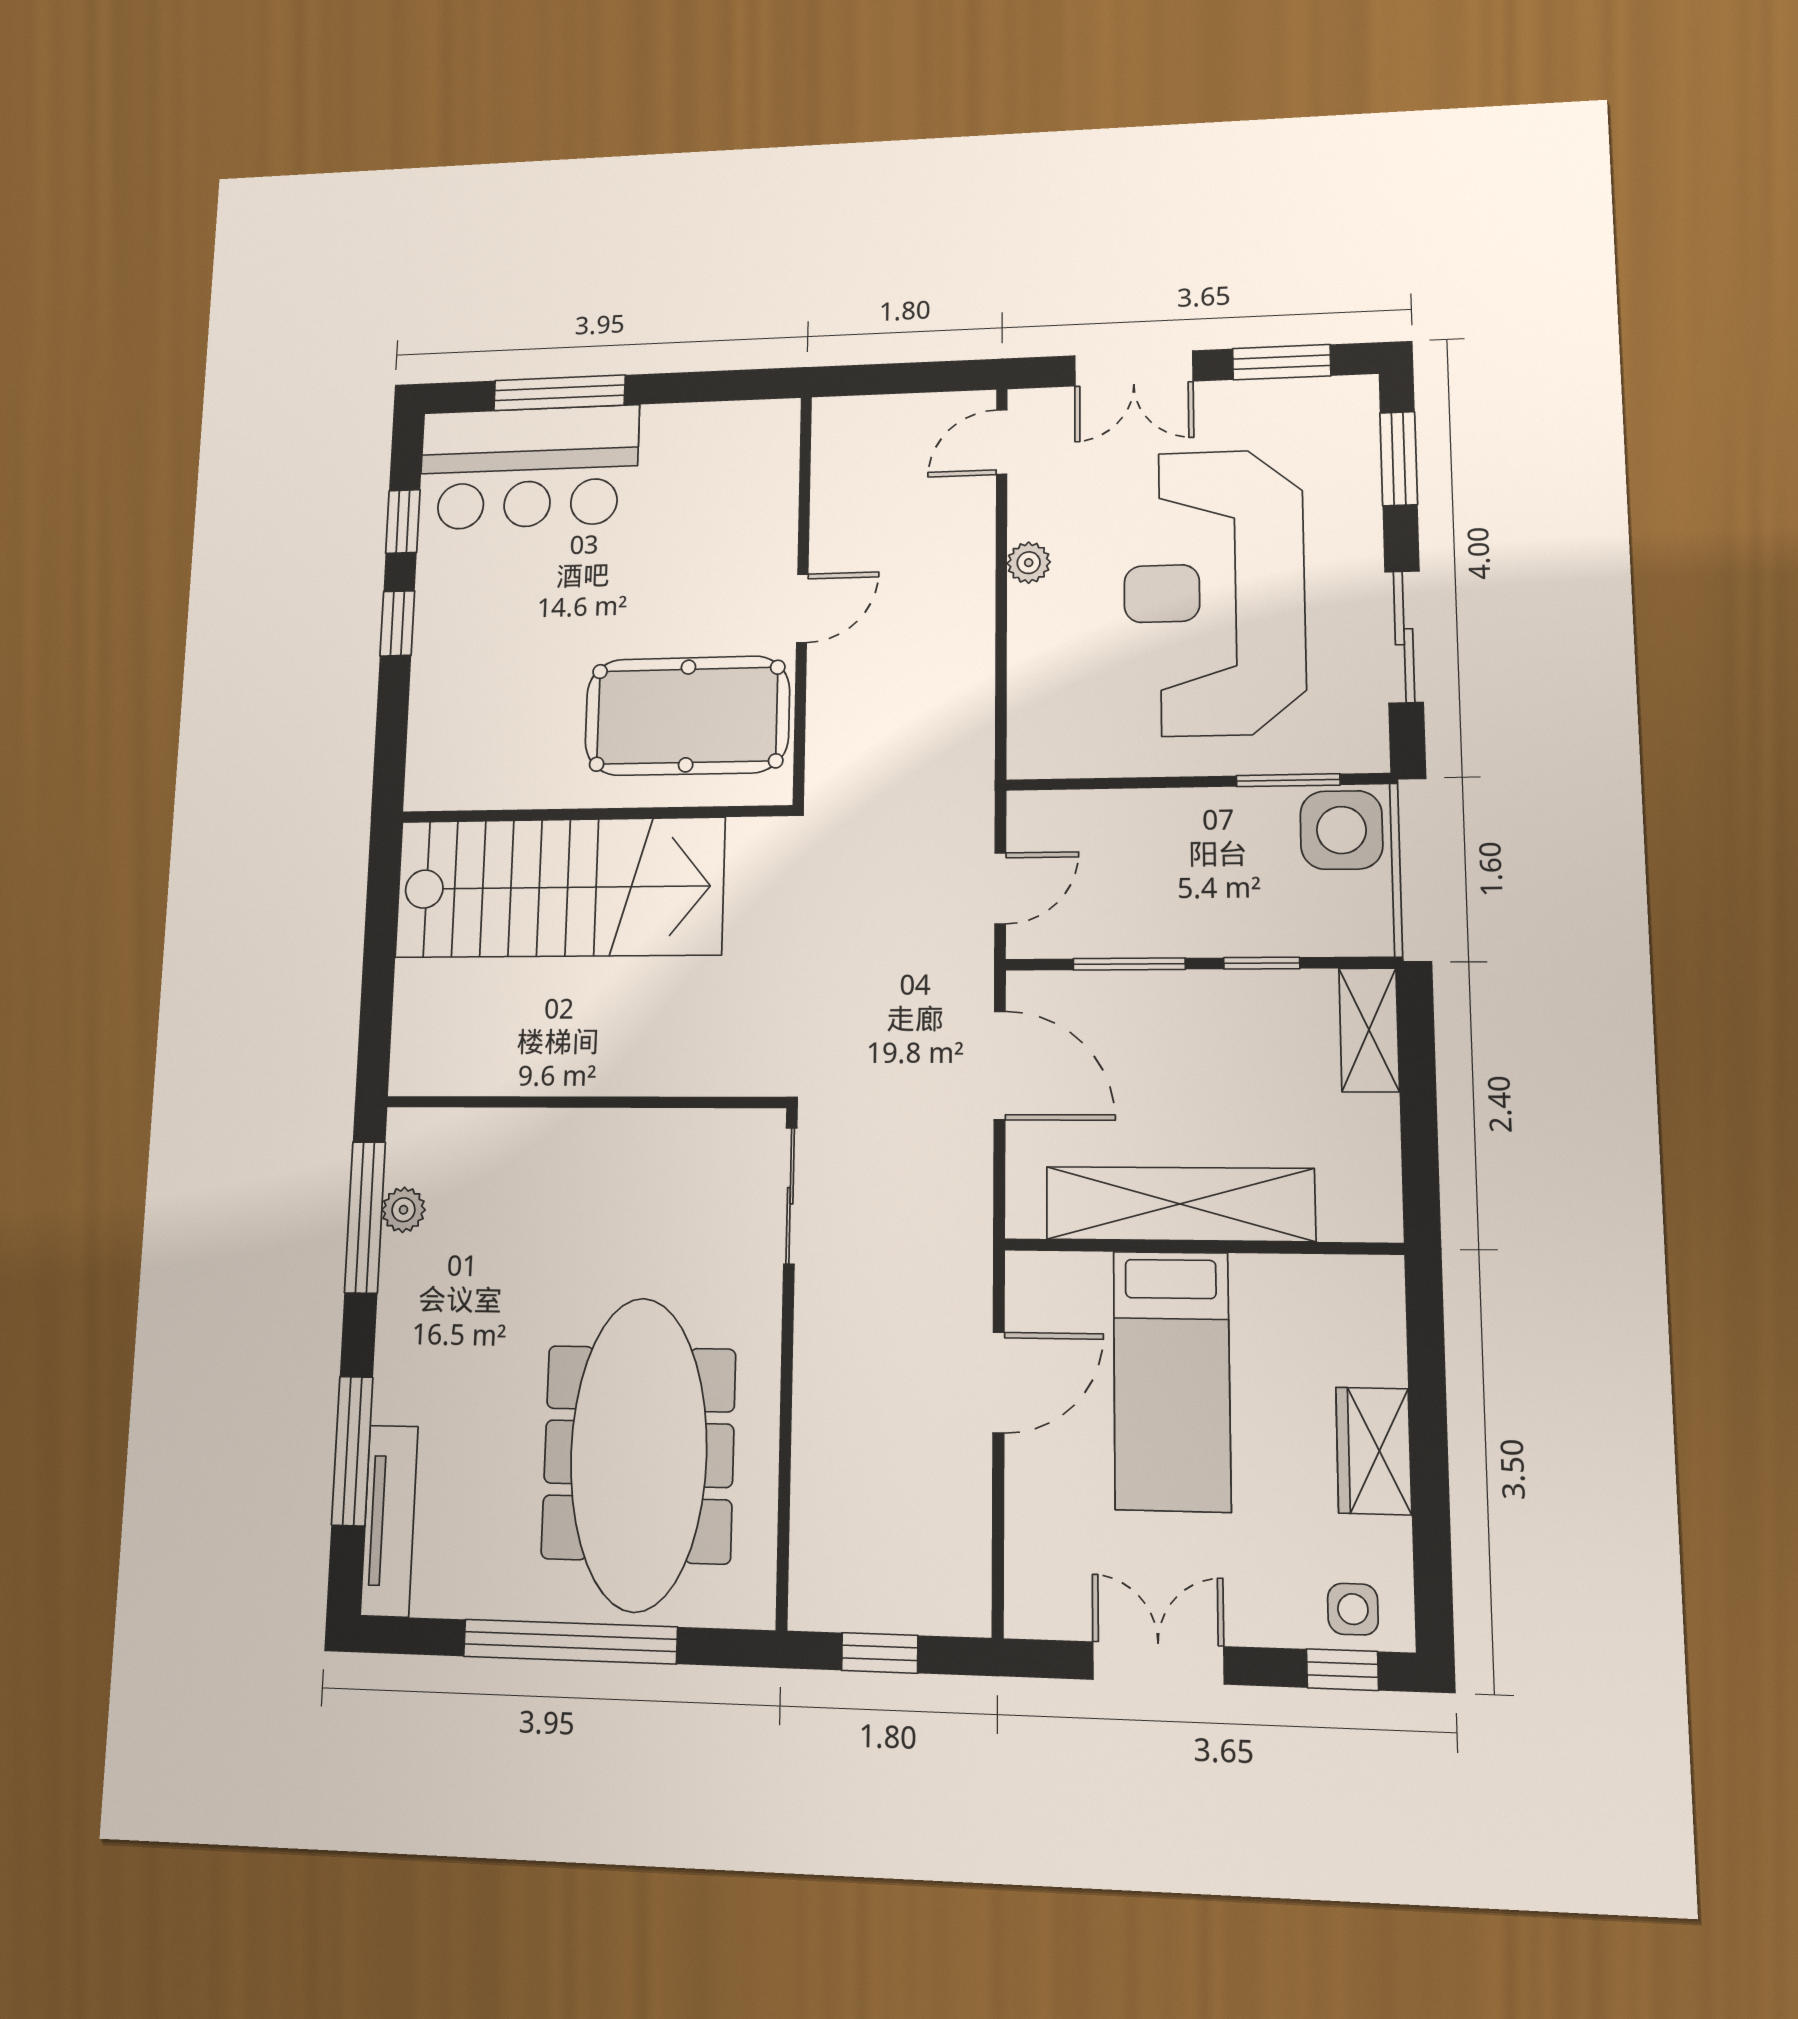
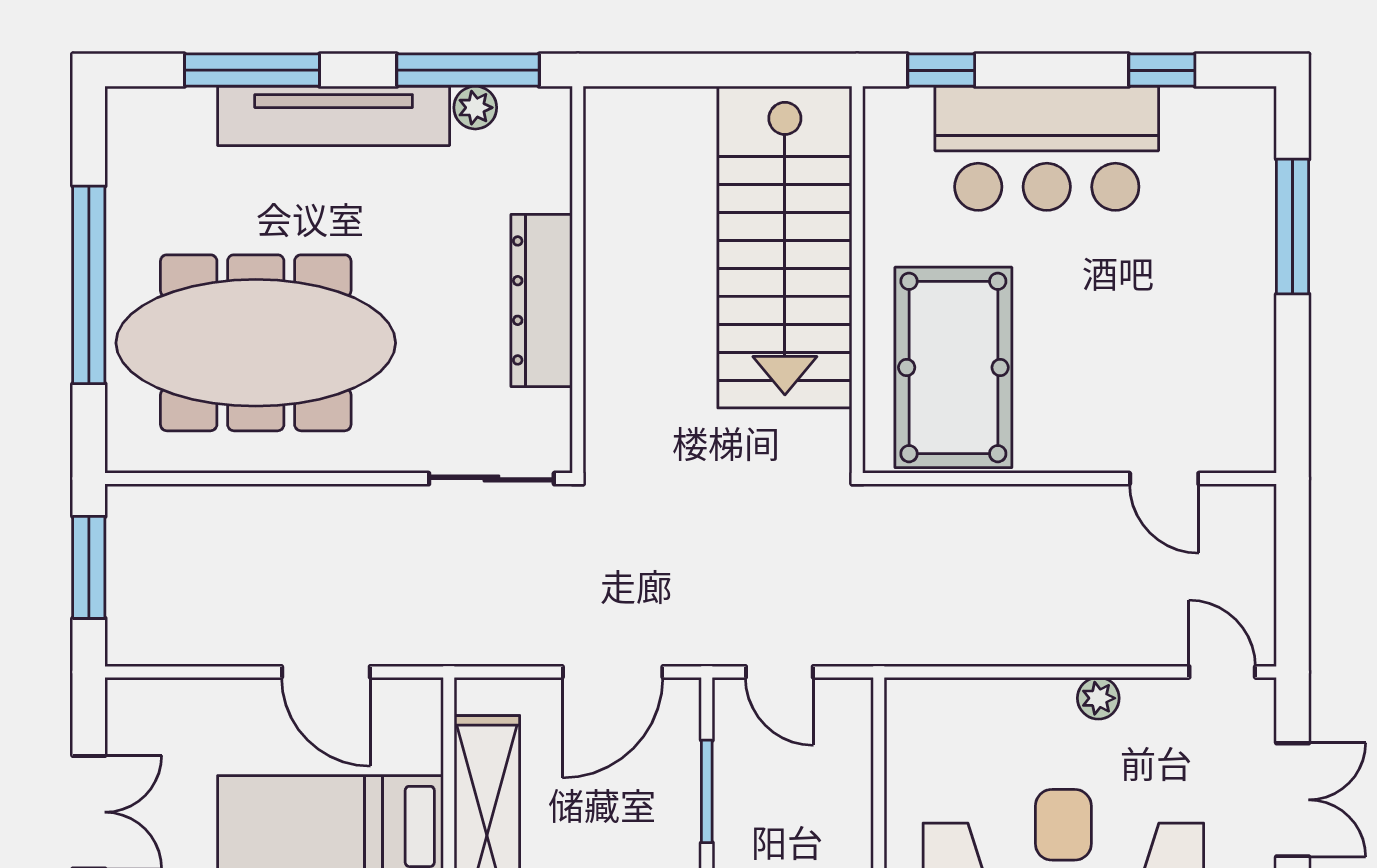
double door: (1134, 368) -> (1293, 800), swing flipped
bar counter: (529, 467) -> (1047, 148), moved, turned -90
door: (802, 608) -> (1164, 479), moved
window: (397, 623) -> (941, 70), moved
dresser: (605, 1140) -> (542, 300), added
tv unit: (389, 1521) -> (334, 116), moved, width x1.36, depth x1.29
window: (880, 1653) -> (89, 567), width x1.50

